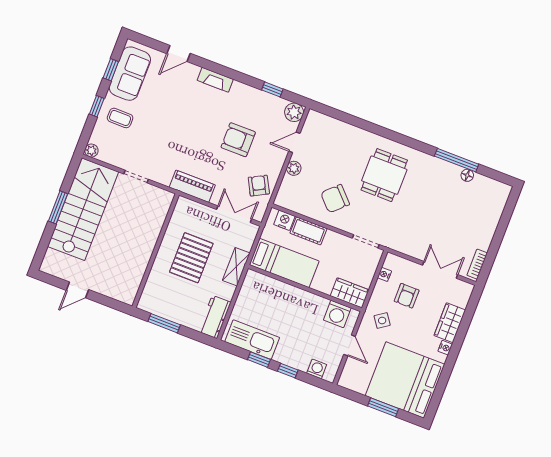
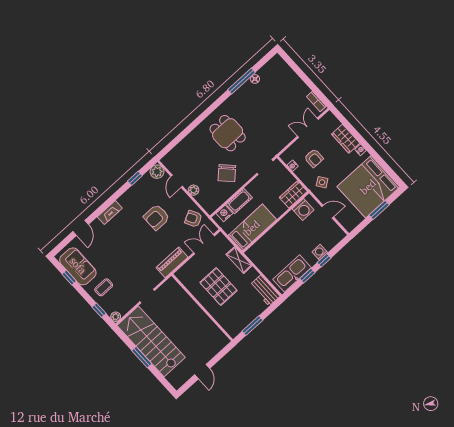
window: (97, 106) -> (99, 310), moved
washing machine: (317, 369) -> (320, 252), moved

